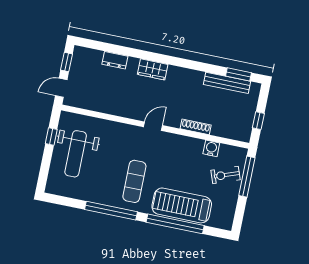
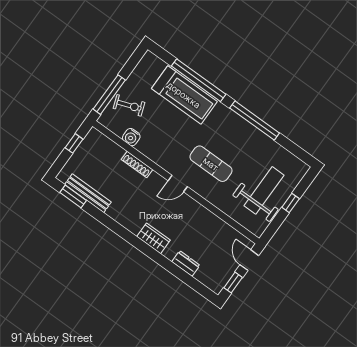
door: (61, 88) -> (249, 260), swing flipped
window: (51, 136) -> (291, 203), moved
exercise mat: (134, 181) -> (211, 164), moved, turned 90

